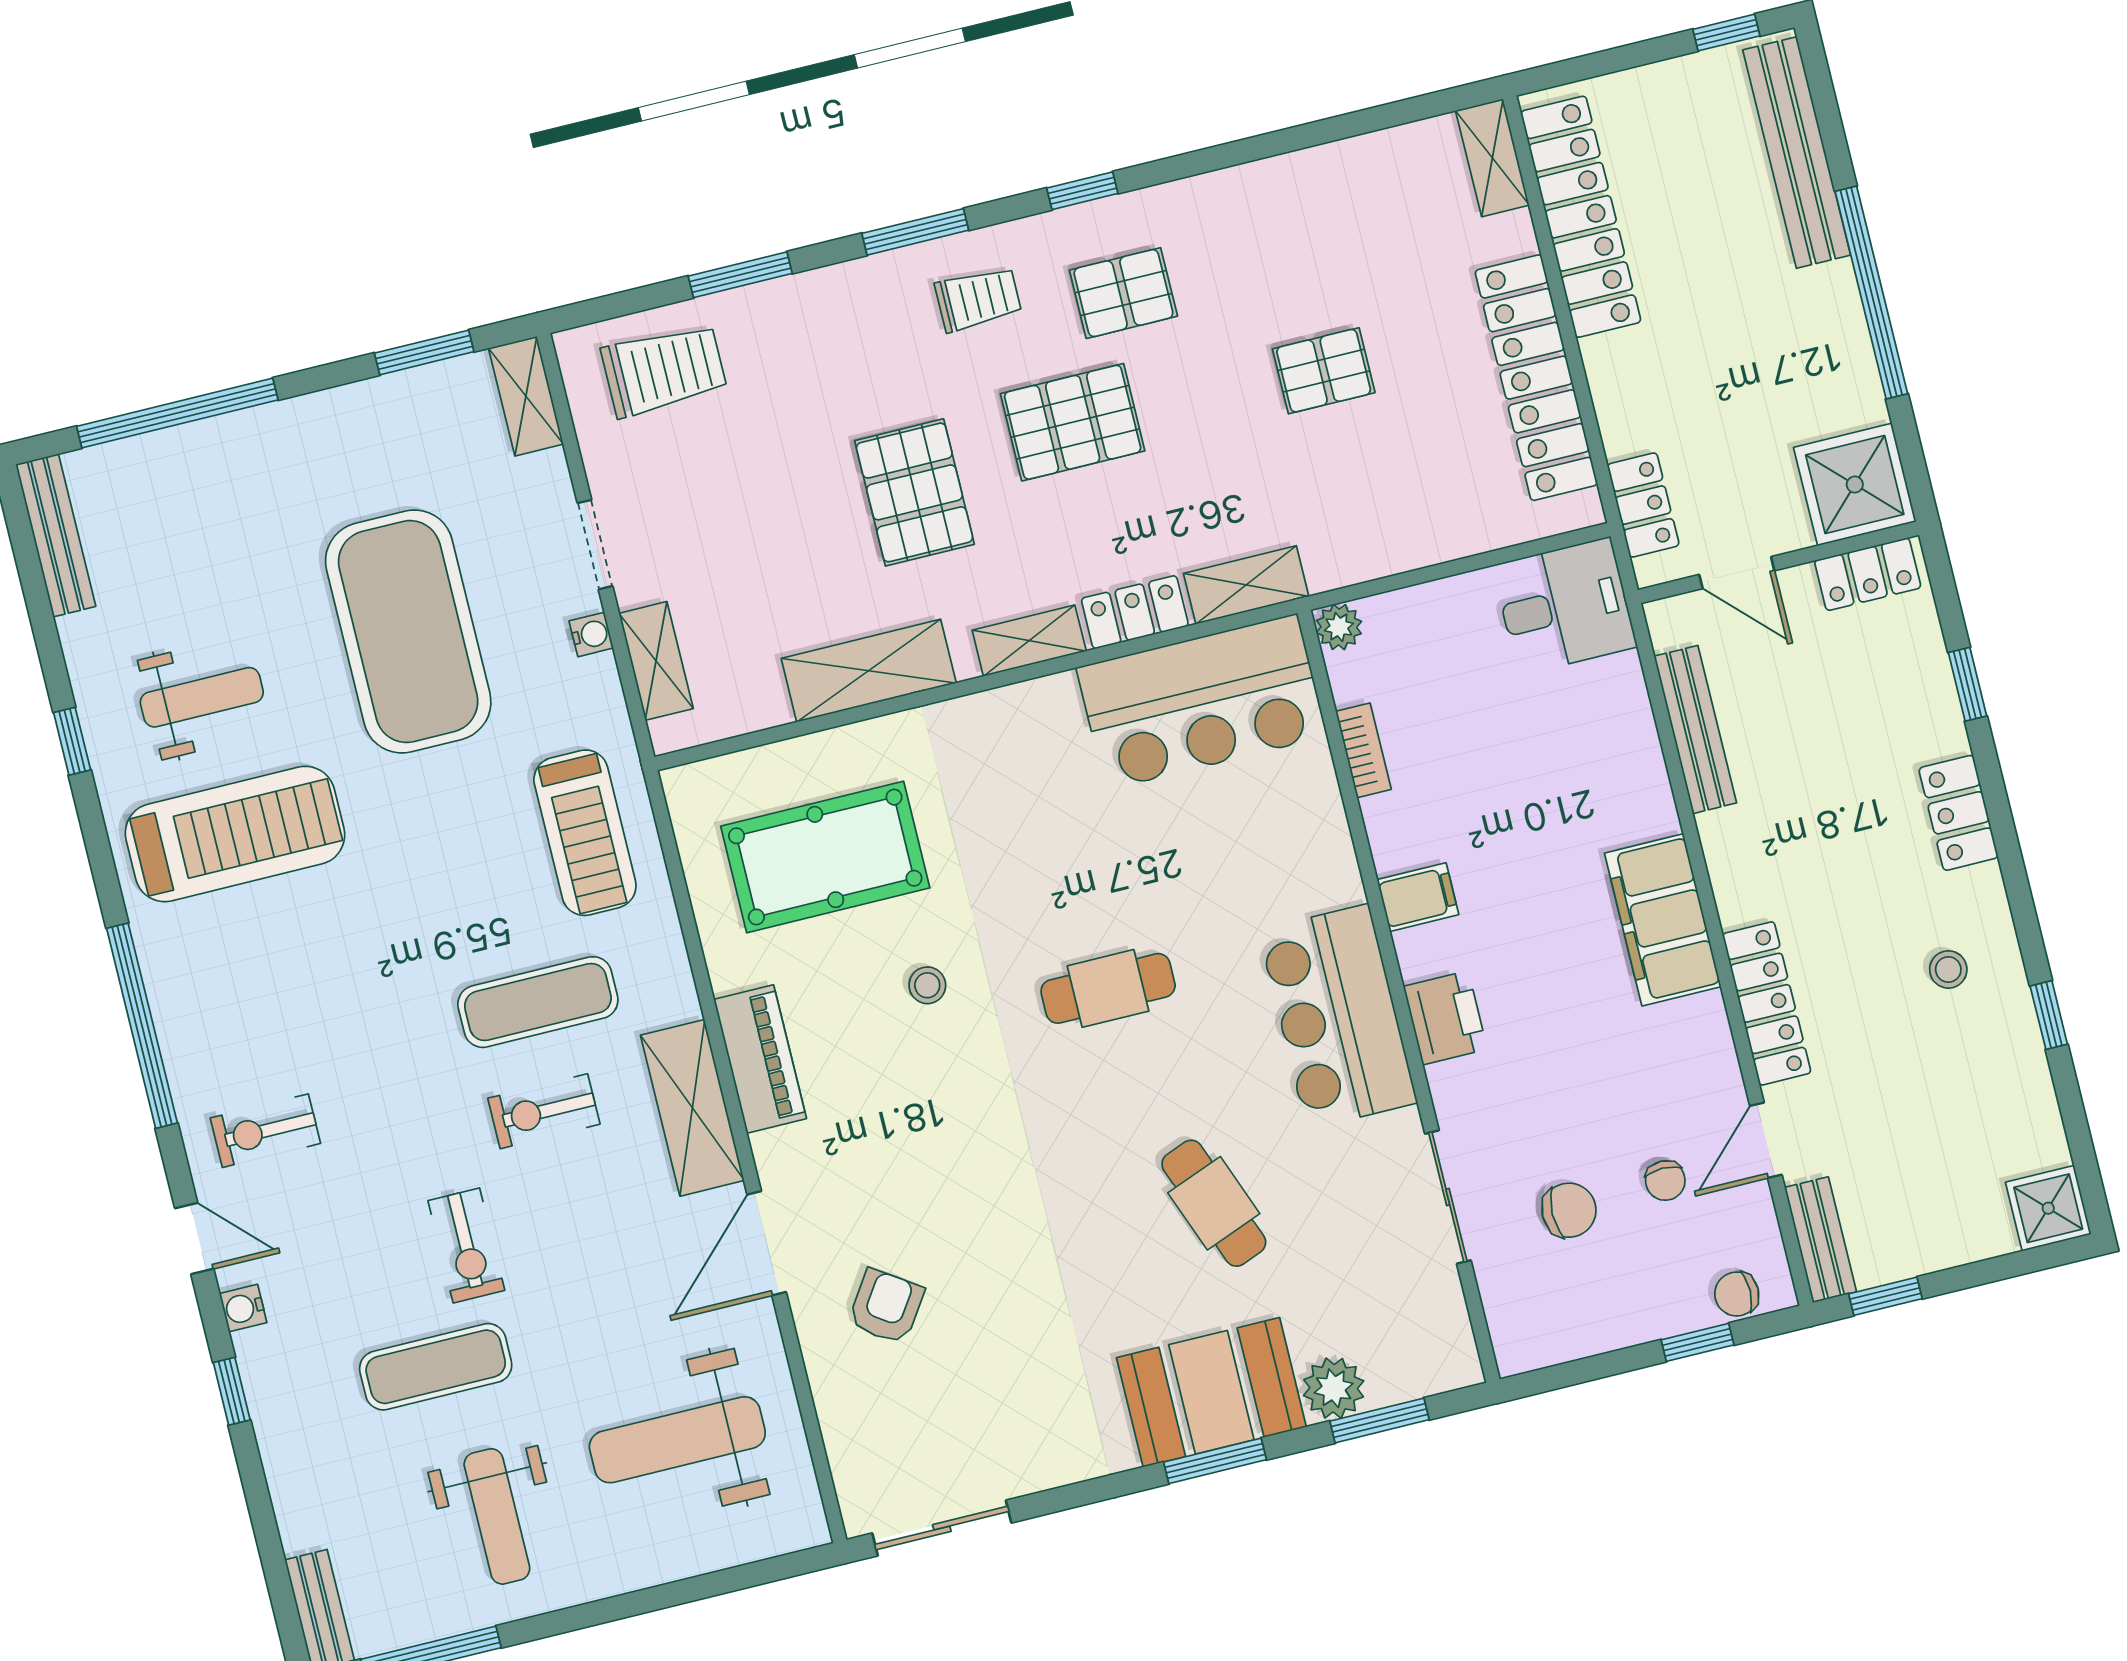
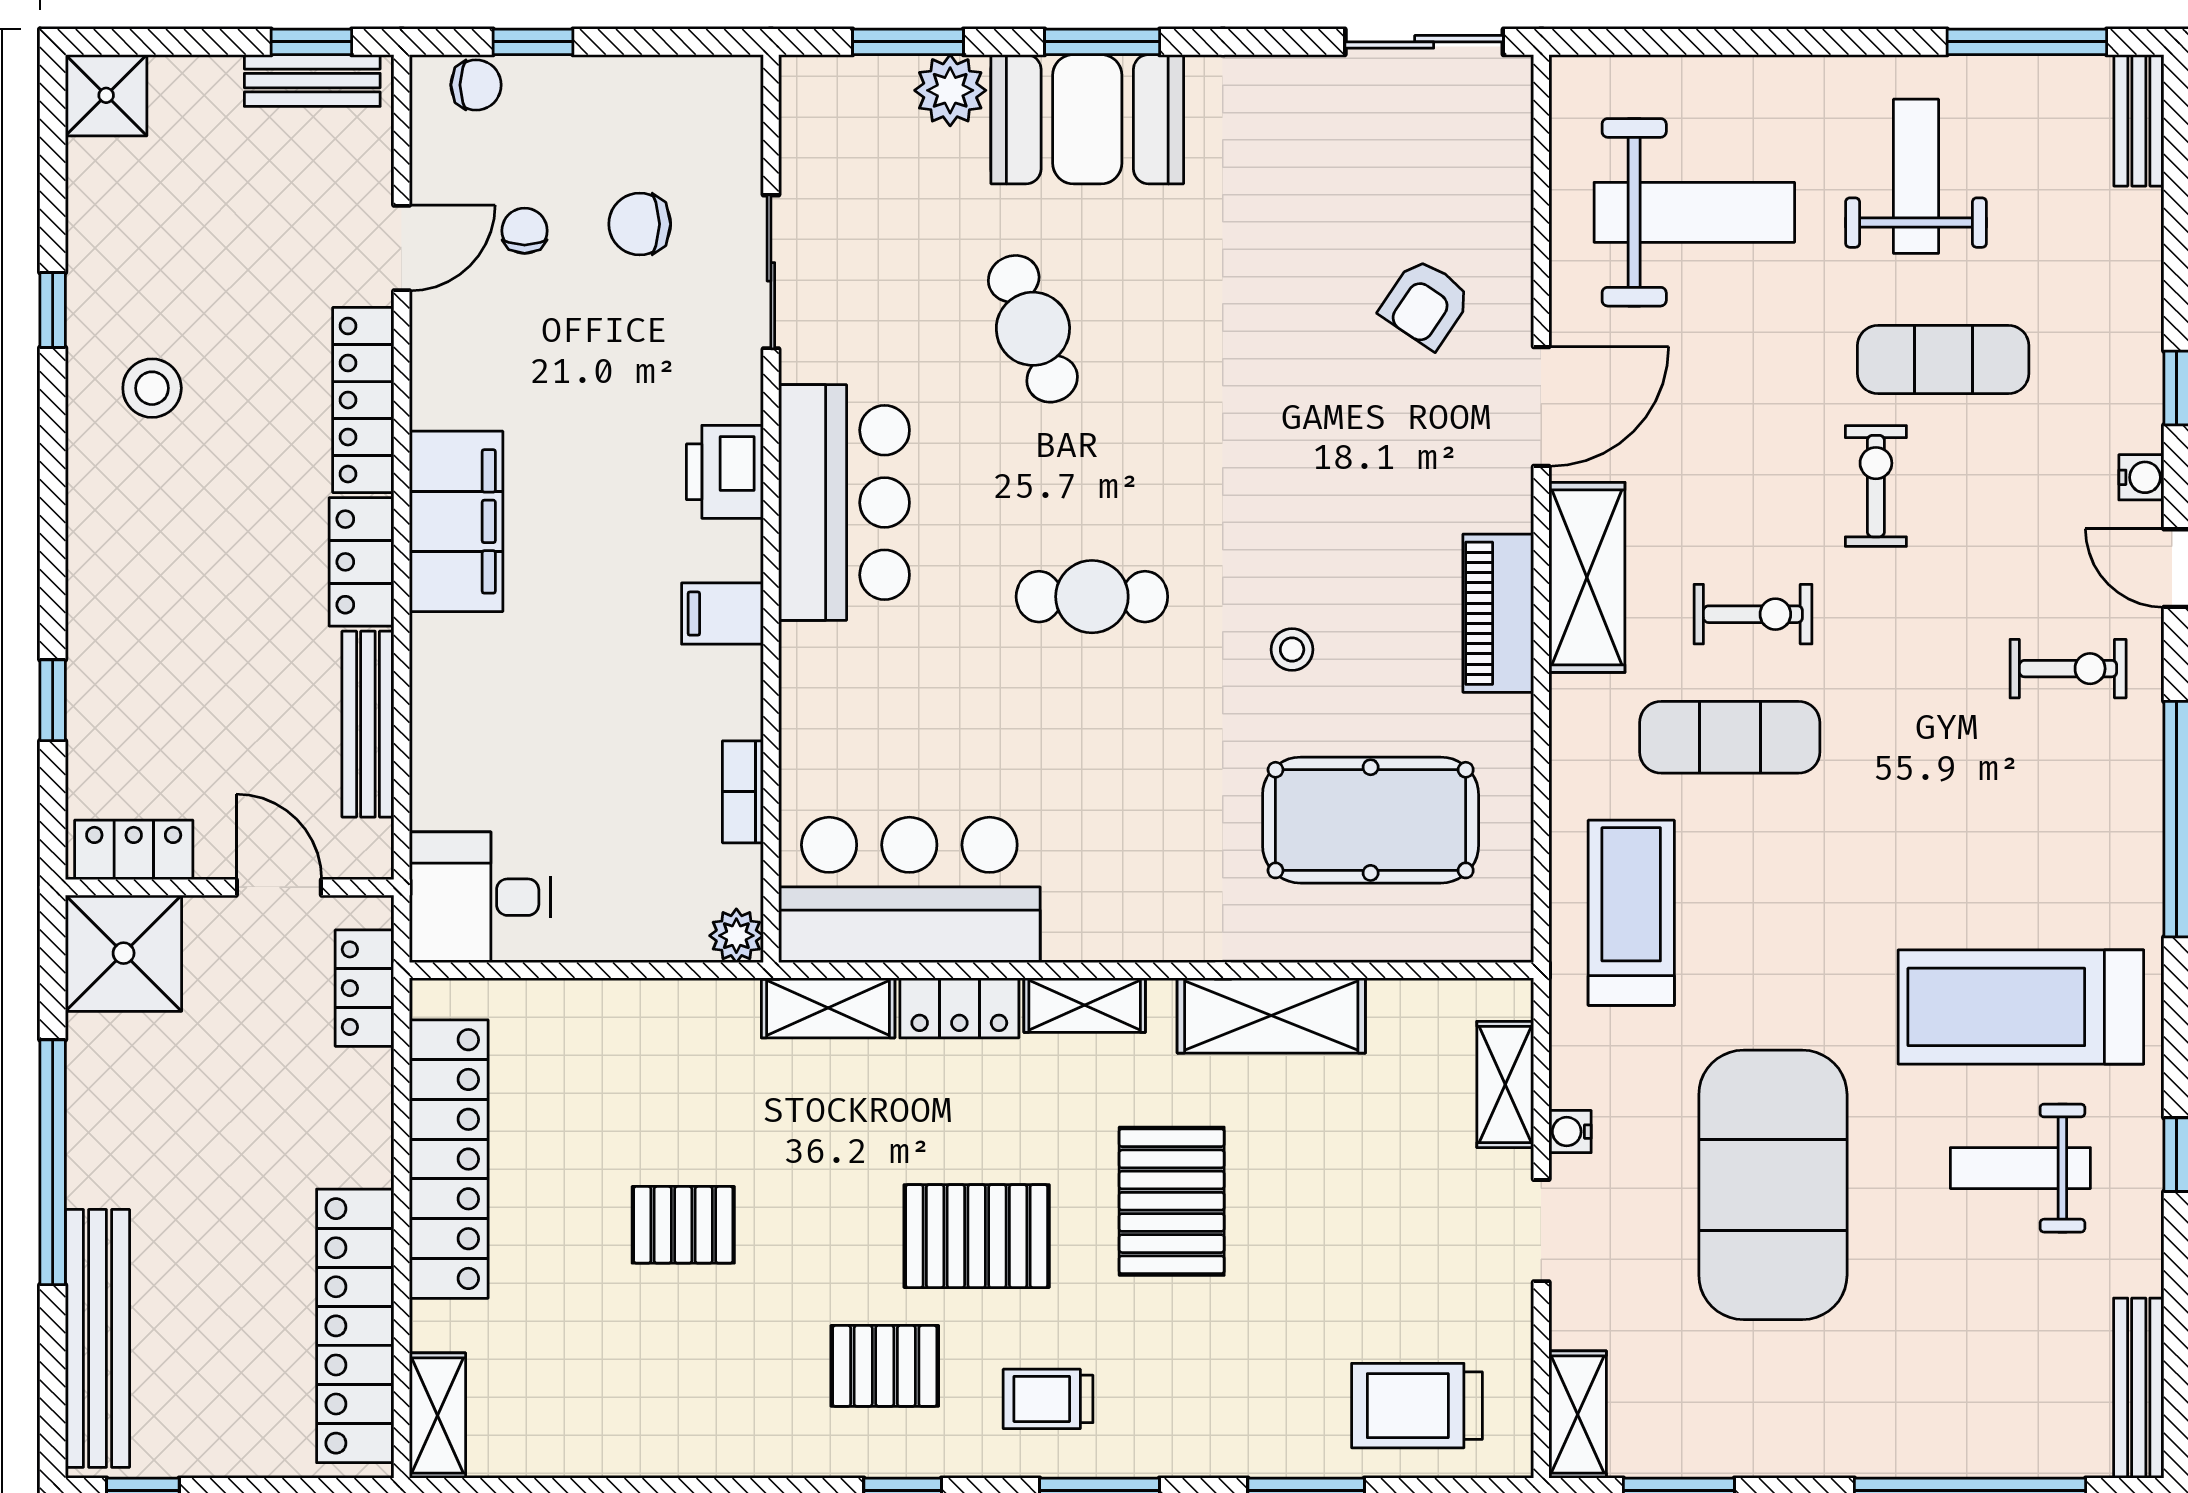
locker: (1959, 813) -> (362, 562), moved, turned 180
stool: (1948, 969) -> (152, 388), width x1.37, depth x1.37
bench: (1820, 1240) -> (312, 81), moved, turned 90

